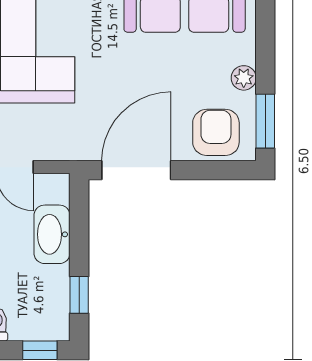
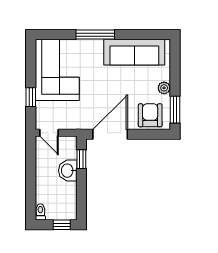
washbasin: (52, 234) -> (68, 171), width x0.72
window: (79, 295) -> (81, 159), moved

